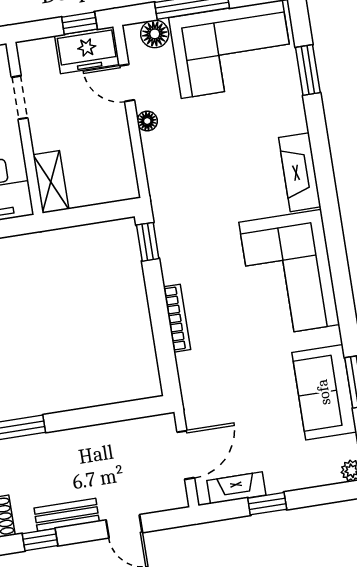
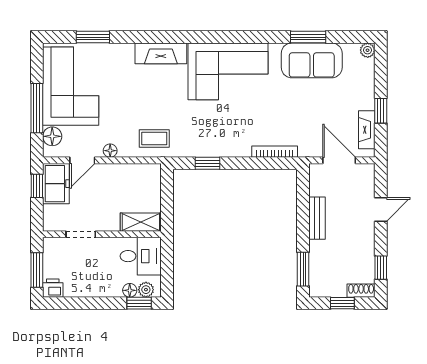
coffee table: (175, 182) -> (154, 139), added
window: (148, 242) -> (207, 163), moved
bookcase: (177, 318) -> (275, 152), moved
bench: (67, 515) -> (317, 218), moved

